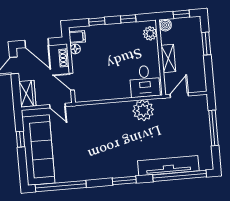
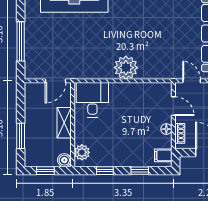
floor lamp: (75, 49) -> (166, 129), moved
plant: (143, 110) -> (126, 68), moved

